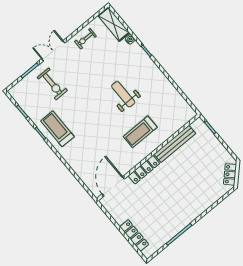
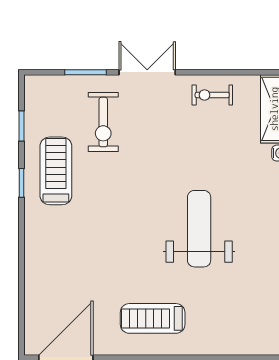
weight bench: (123, 94) -> (199, 229), width x1.36, depth x1.33
treadmill: (57, 129) -> (56, 171), moved
treadmill: (140, 132) -> (153, 318), moved

